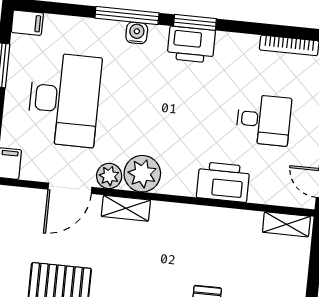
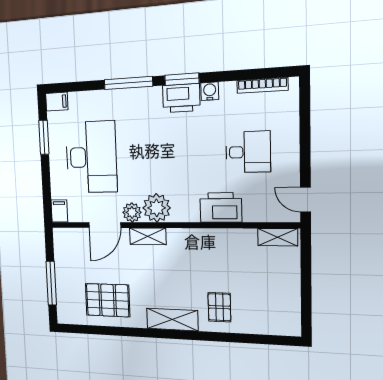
water cooler: (137, 33) -> (210, 91), moved

